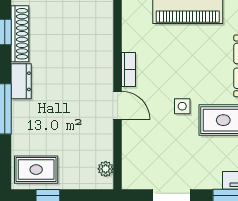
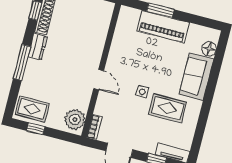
bookcase: (129, 69) -> (94, 127), moved
plant: (106, 169) -> (75, 119), width x1.88, depth x1.88

